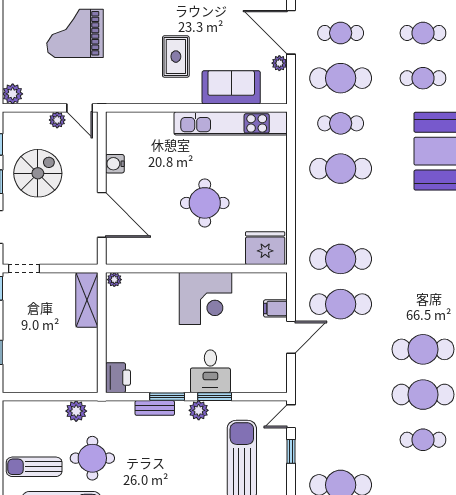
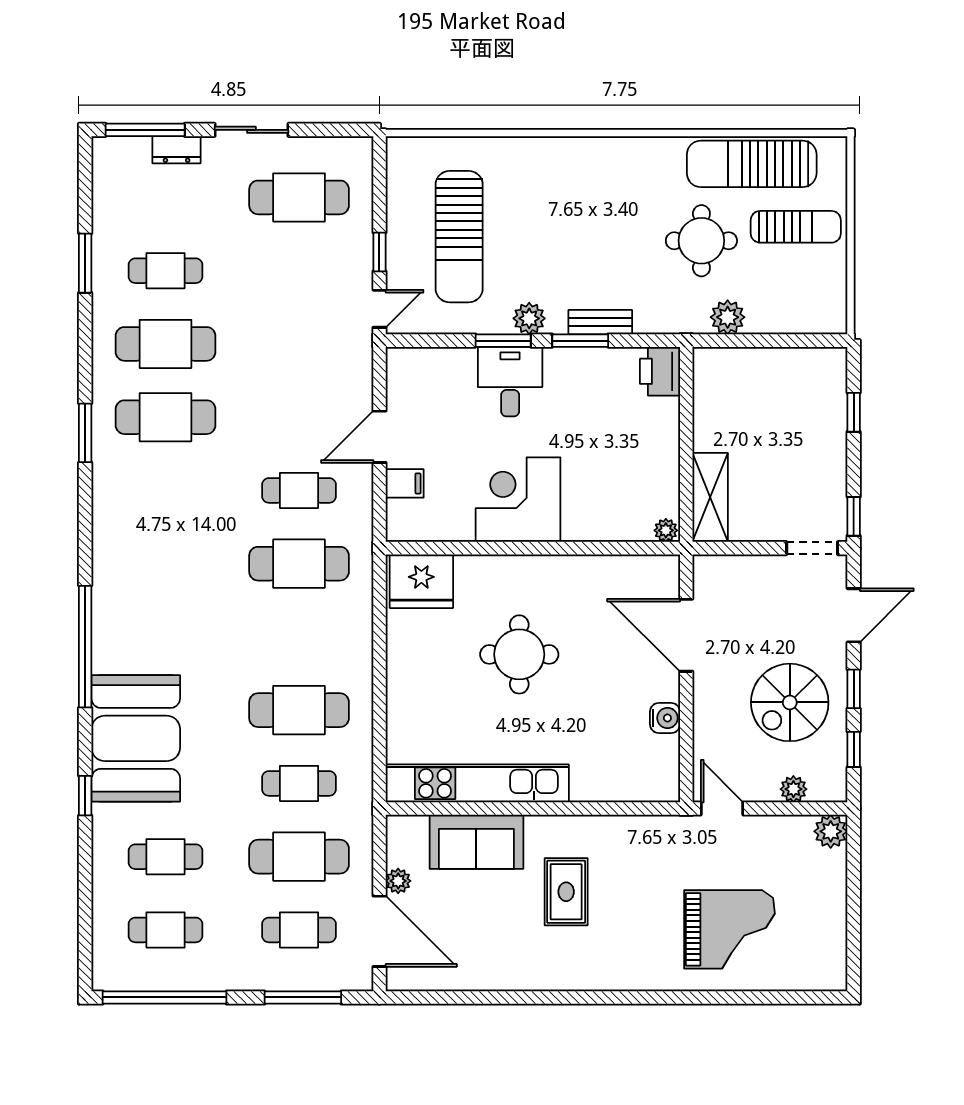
plant: (57, 120) -> (793, 789), moved
cafe table: (341, 304) -> (299, 490), width x0.73, depth x0.74

